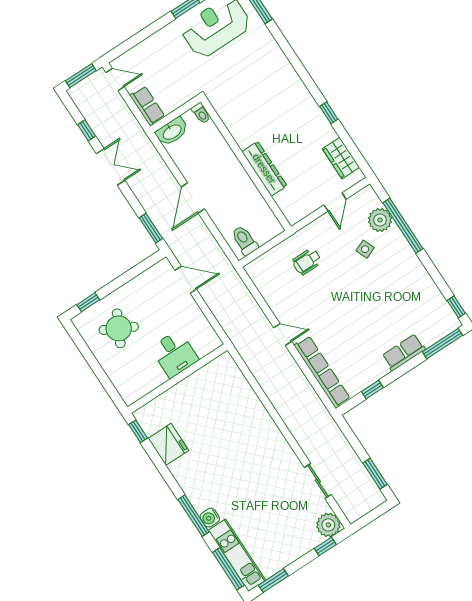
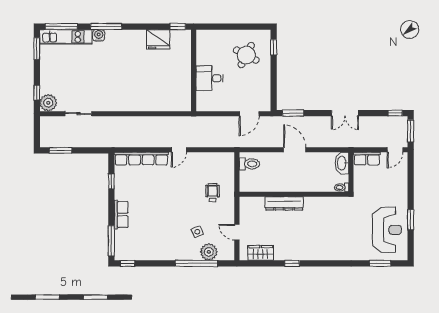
window: (87, 130) -> (395, 113), moved

